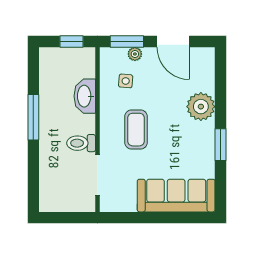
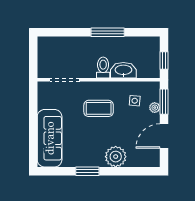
toilet: (81, 143) -> (103, 68), moved

